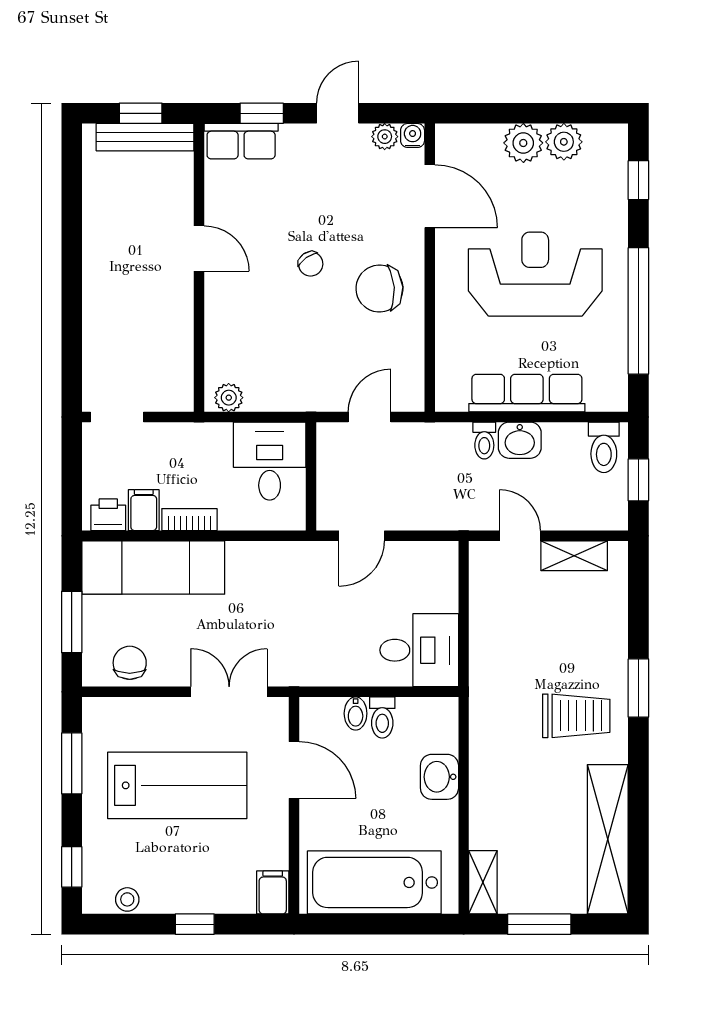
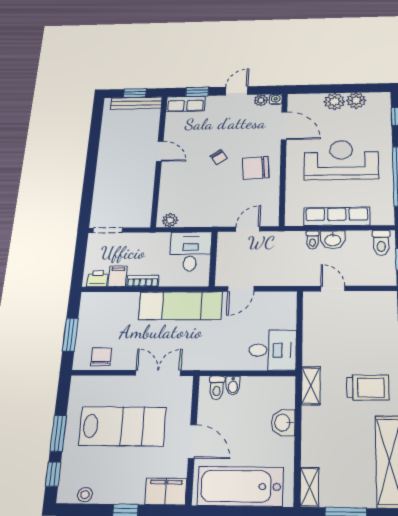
shelving: (574, 556) -> (311, 386), moved, turned 90
exam couch: (153, 567) -> (181, 306), moved
toilet: (382, 718) -> (217, 388), moved
window: (72, 763) -> (58, 433), moved
door: (294, 770) -> (192, 441), moved
filing cabinet: (273, 892) -> (166, 491), width x2.00

